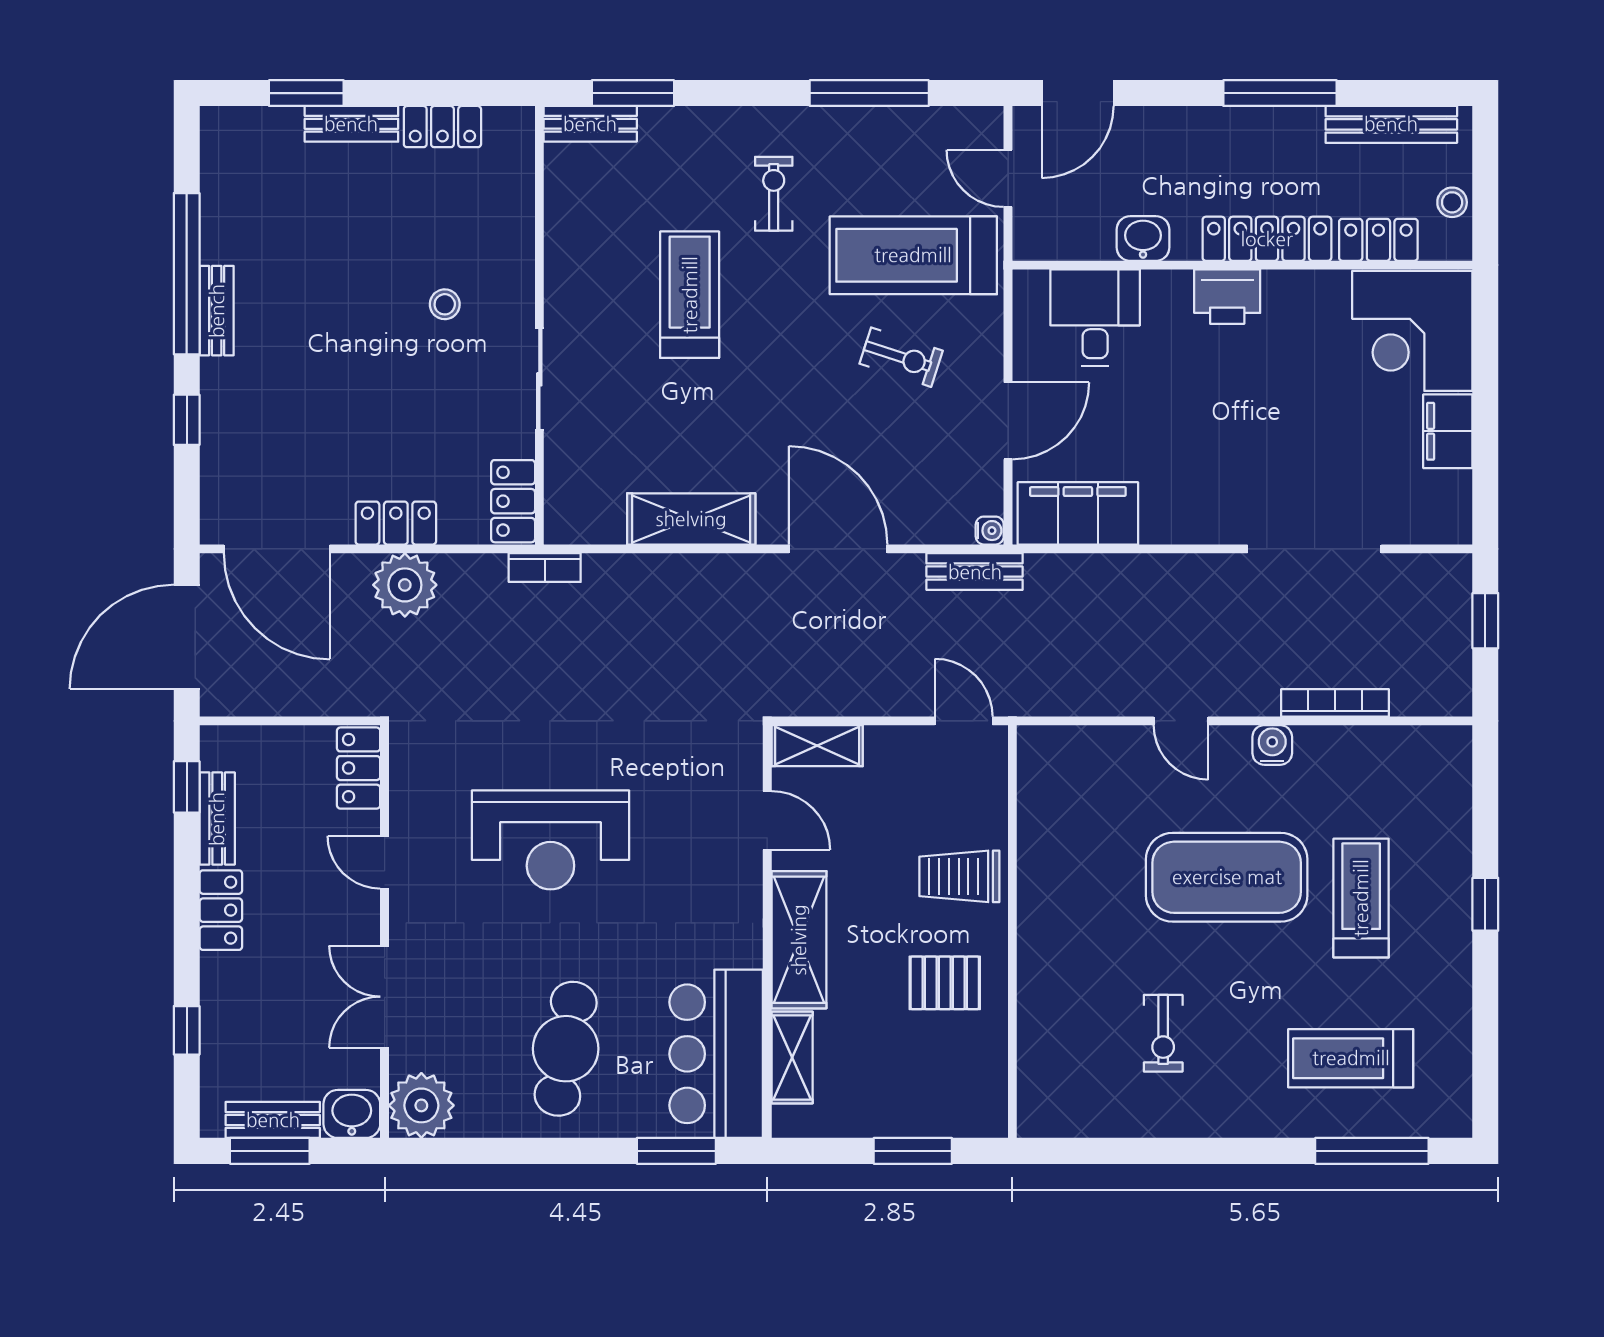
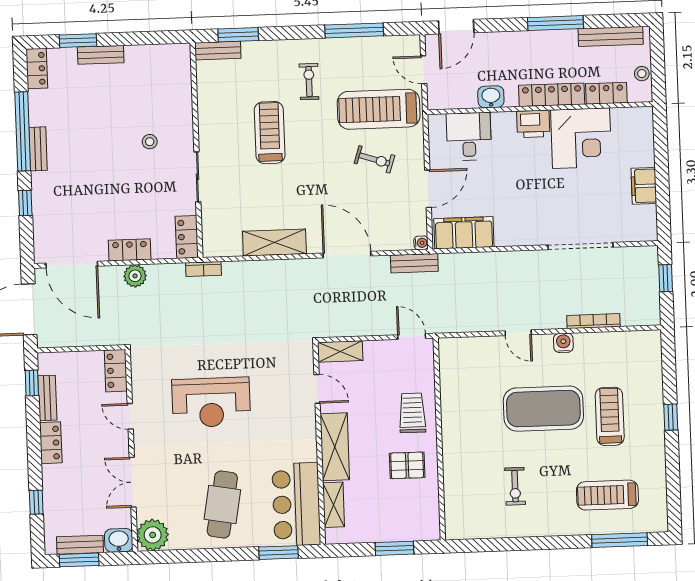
locker: (442, 127) -> (37, 68), moved, turned -90
corner desk: (1412, 331) -> (581, 138), moved, turned -90
plant: (405, 585) -> (135, 276), width x0.73, depth x0.73
trolley: (959, 876) -> (412, 413), turned 90

